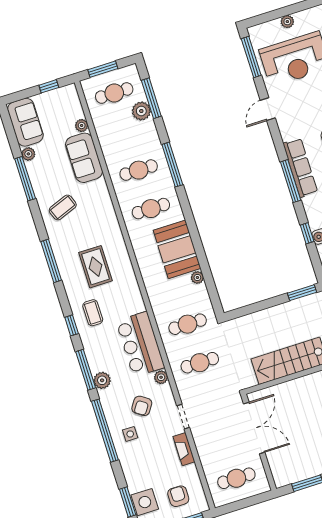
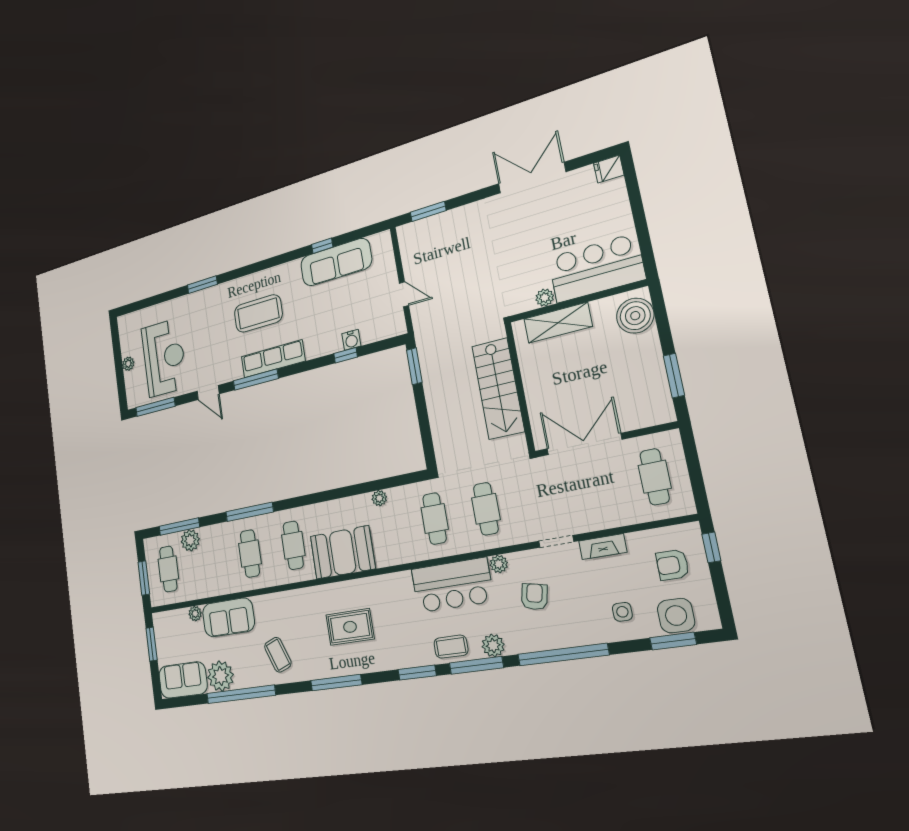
window: (49, 86) -> (152, 644), width x1.50
plant: (28, 154) -> (221, 676), width x1.87, depth x1.87
window: (25, 179) -> (241, 694), width x1.46
window: (291, 181) -> (256, 380), moved
booth: (177, 249) -> (343, 552), moved
coffee table: (93, 313) -> (451, 647), moved
window: (72, 325) -> (417, 673), width x1.50
armchair: (142, 406) -> (534, 597), turned -112
side table: (130, 434) -> (622, 612), moved

